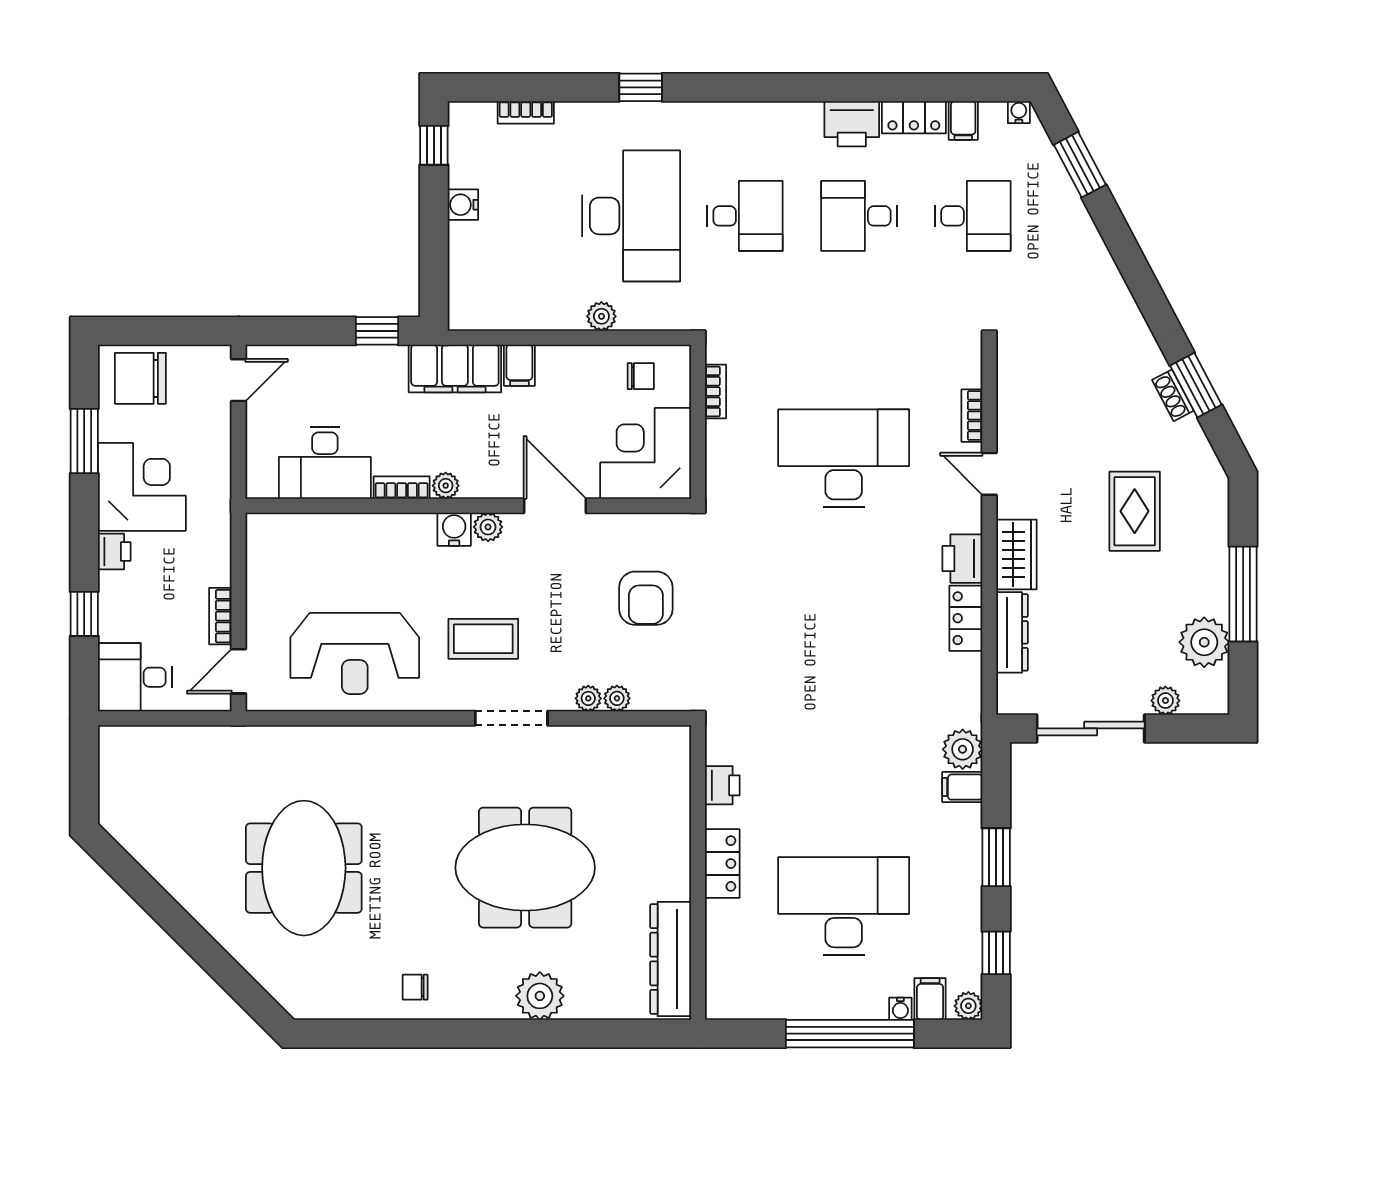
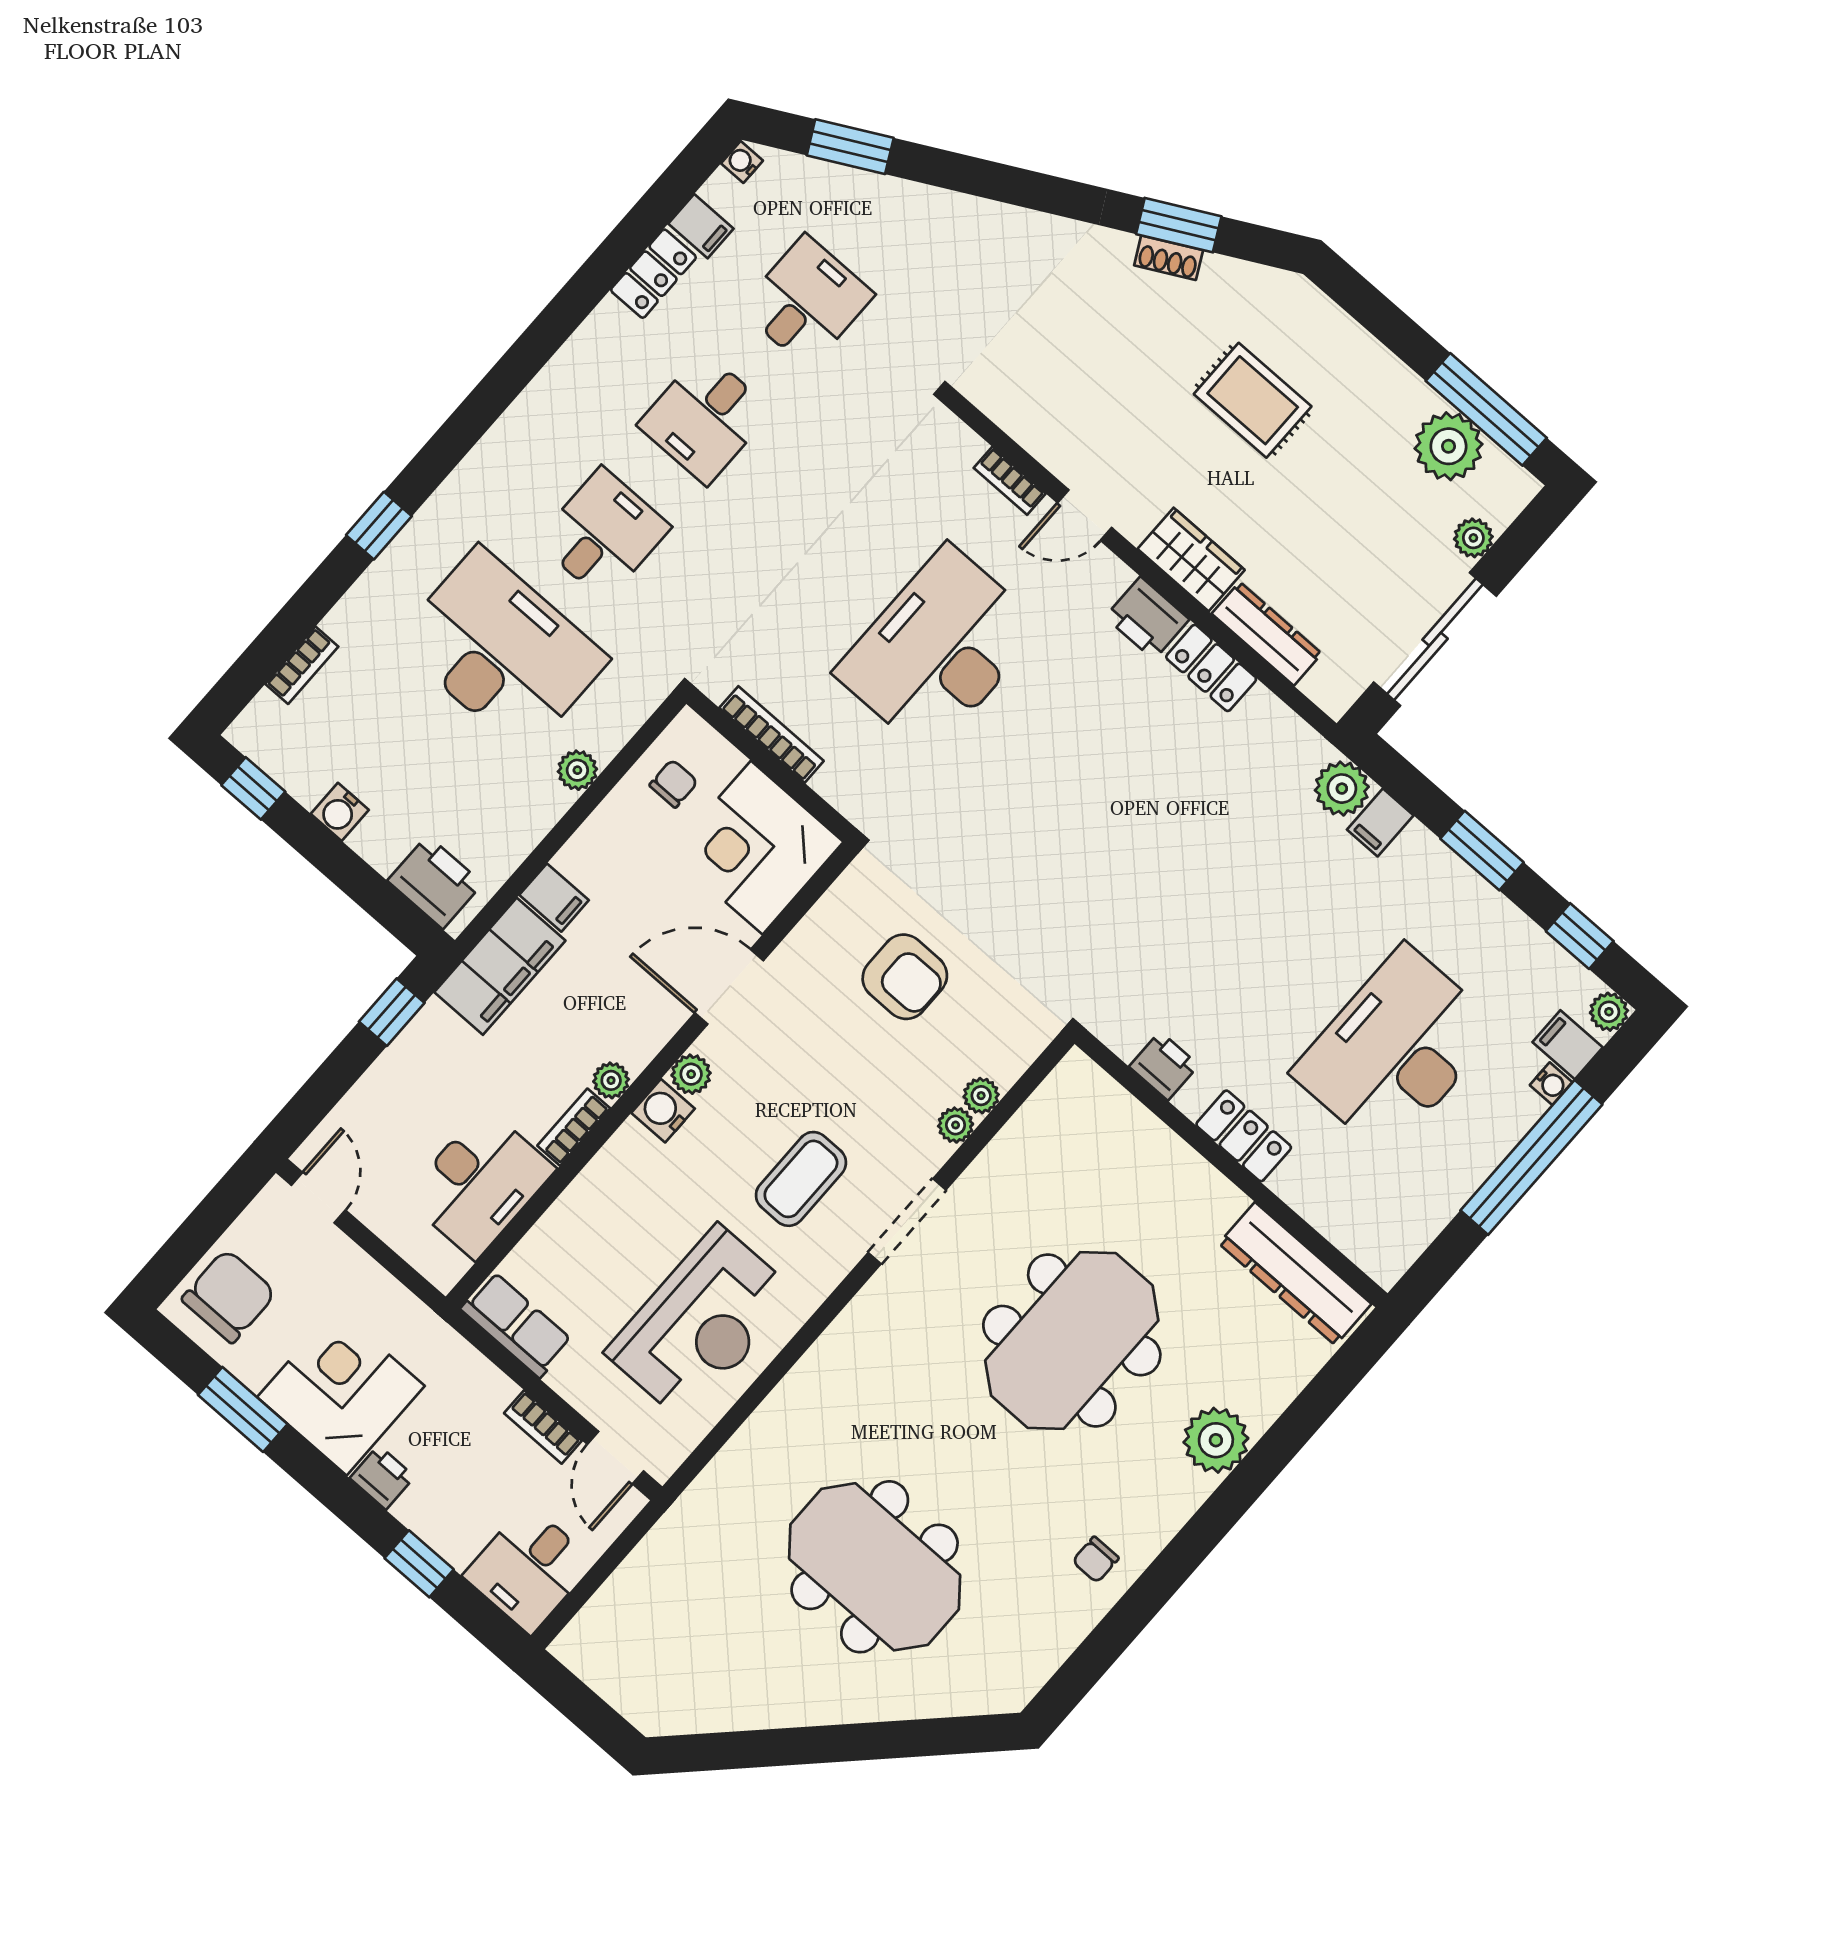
printer: (852, 124) -> (435, 882), moved, turned -90
chair: (140, 378) -> (229, 1296), turned 180
bookcase: (716, 392) -> (771, 734), width x1.56
row of seats: (264, 552) -> (516, 1325), added
window: (1243, 594) -> (1486, 409), moved

